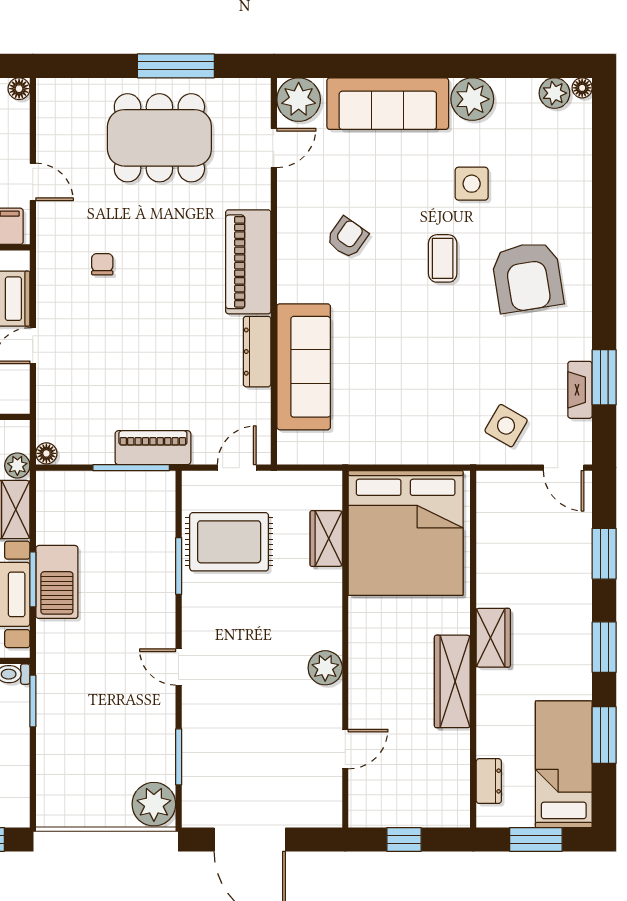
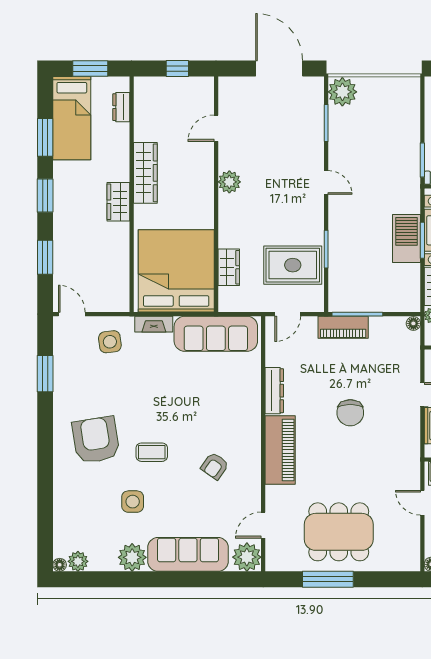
coffee table: (443, 258) -> (152, 452), turned 90
chair: (102, 264) -> (350, 413), moved, width x1.87, depth x1.87
sofa: (304, 367) -> (216, 334), moved, turned -90
fireplace: (580, 390) -> (154, 324), moved, turned 90
side table: (506, 426) -> (110, 342), turned -37

